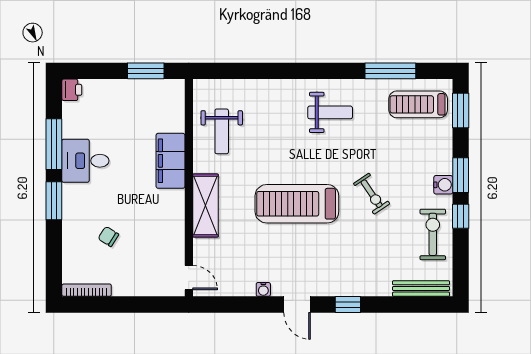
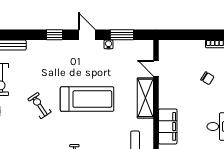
door: (189, 278) -> (156, 68), moved
window: (242, 305) -> (122, 35), added

